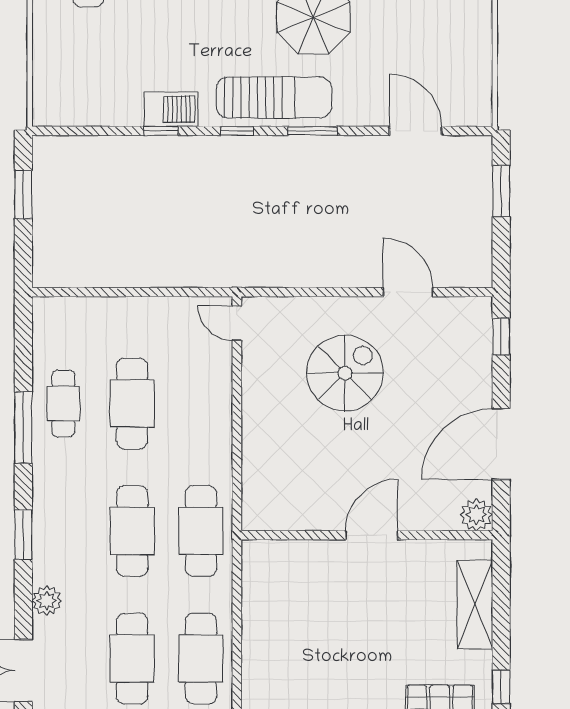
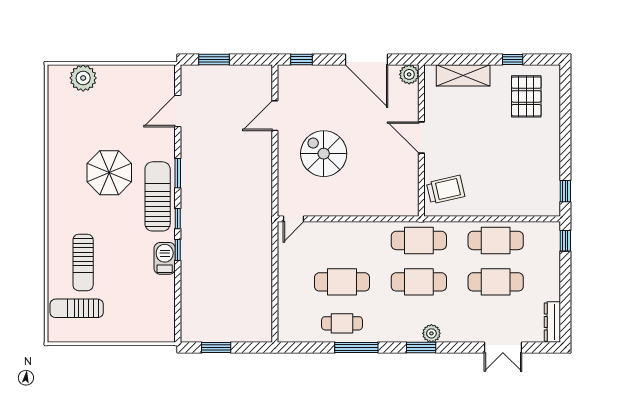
window: (161, 131) -> (178, 250), moved
trolley: (285, 575) -> (446, 190), added
plant: (47, 601) -> (431, 333), moved

